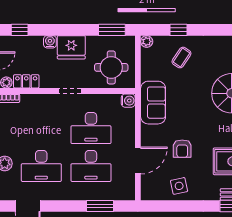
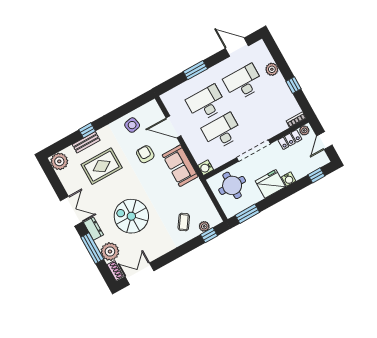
window: (178, 30) -> (209, 235), moved
plant: (147, 41) -> (204, 226), moved
doorway: (70, 91) -> (253, 151), width x1.87
sofa: (153, 103) -> (180, 166), moved
door: (138, 161) -> (173, 127), hinge flipped
window: (100, 206) -> (195, 70), moved

